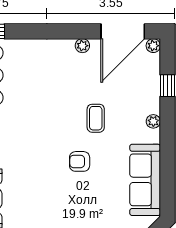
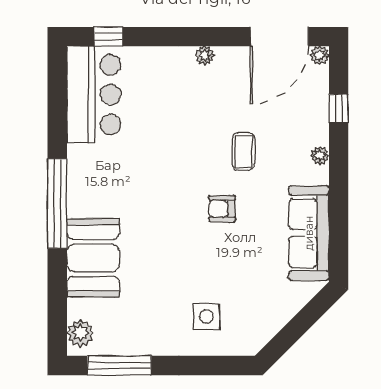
plant: (82, 46) -> (205, 55), moved

